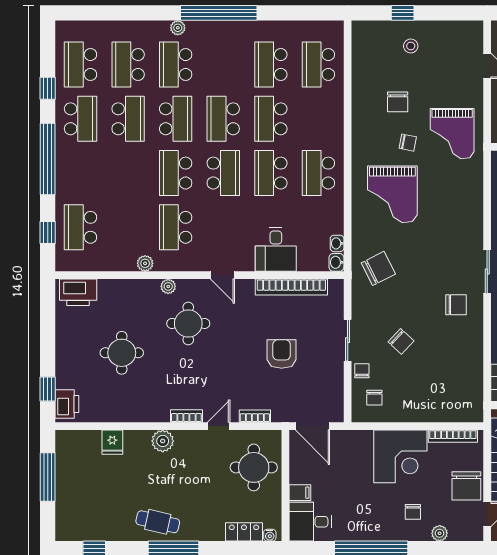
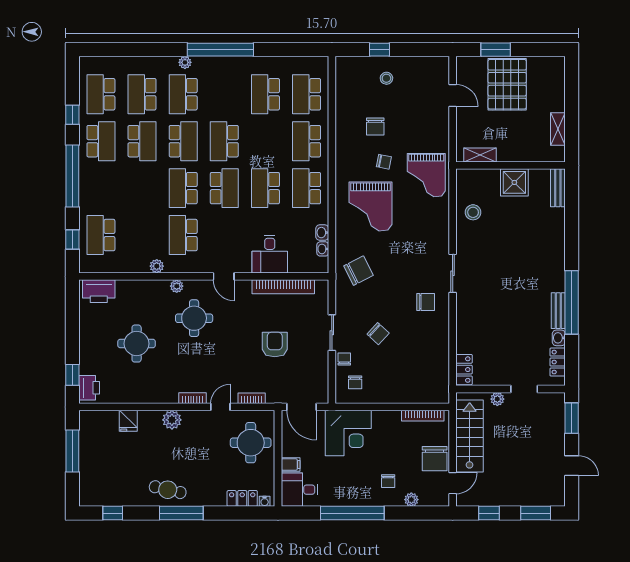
school desk: (271, 119) -> (307, 141), moved
grand piano: (452, 134) -> (426, 175), moved
washbasin: (336, 262) -> (322, 233), moved
corner desk: (400, 456) -> (348, 433), moved

